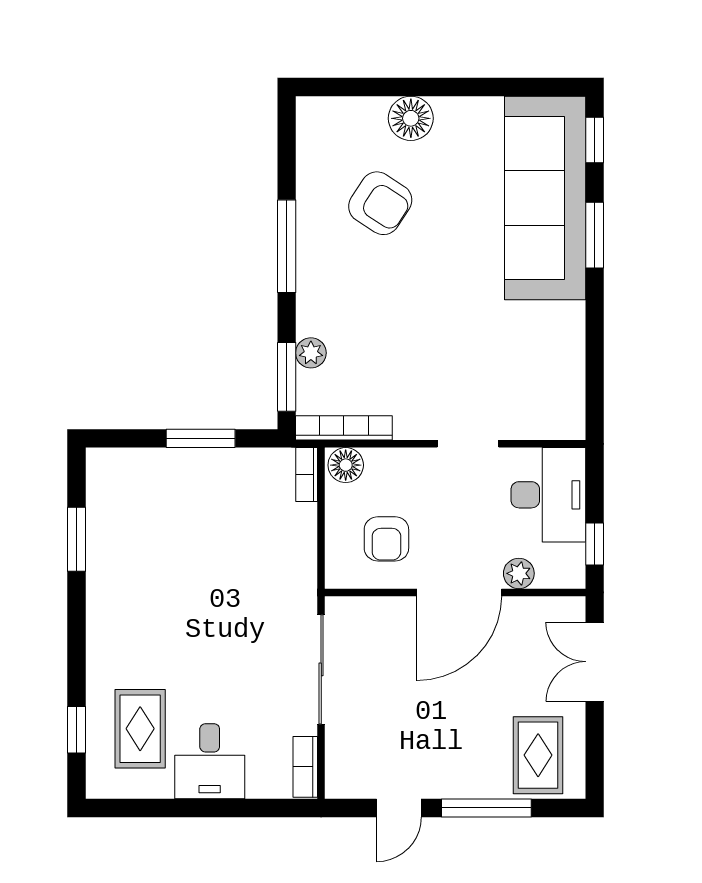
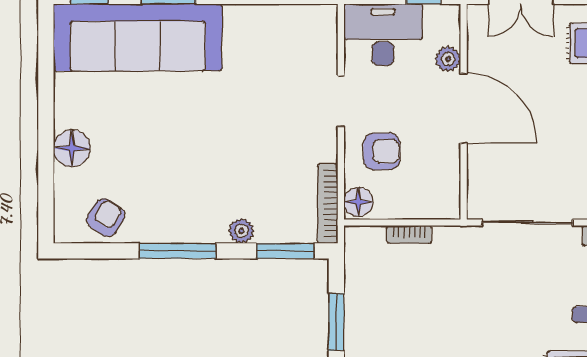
armchair: (380, 203) -> (106, 217), moved, width x0.72, depth x0.72
plant: (311, 353) -> (241, 231), moved
bookcase: (307, 474) -> (409, 234), moved
armchair: (386, 539) -> (382, 151), moved

